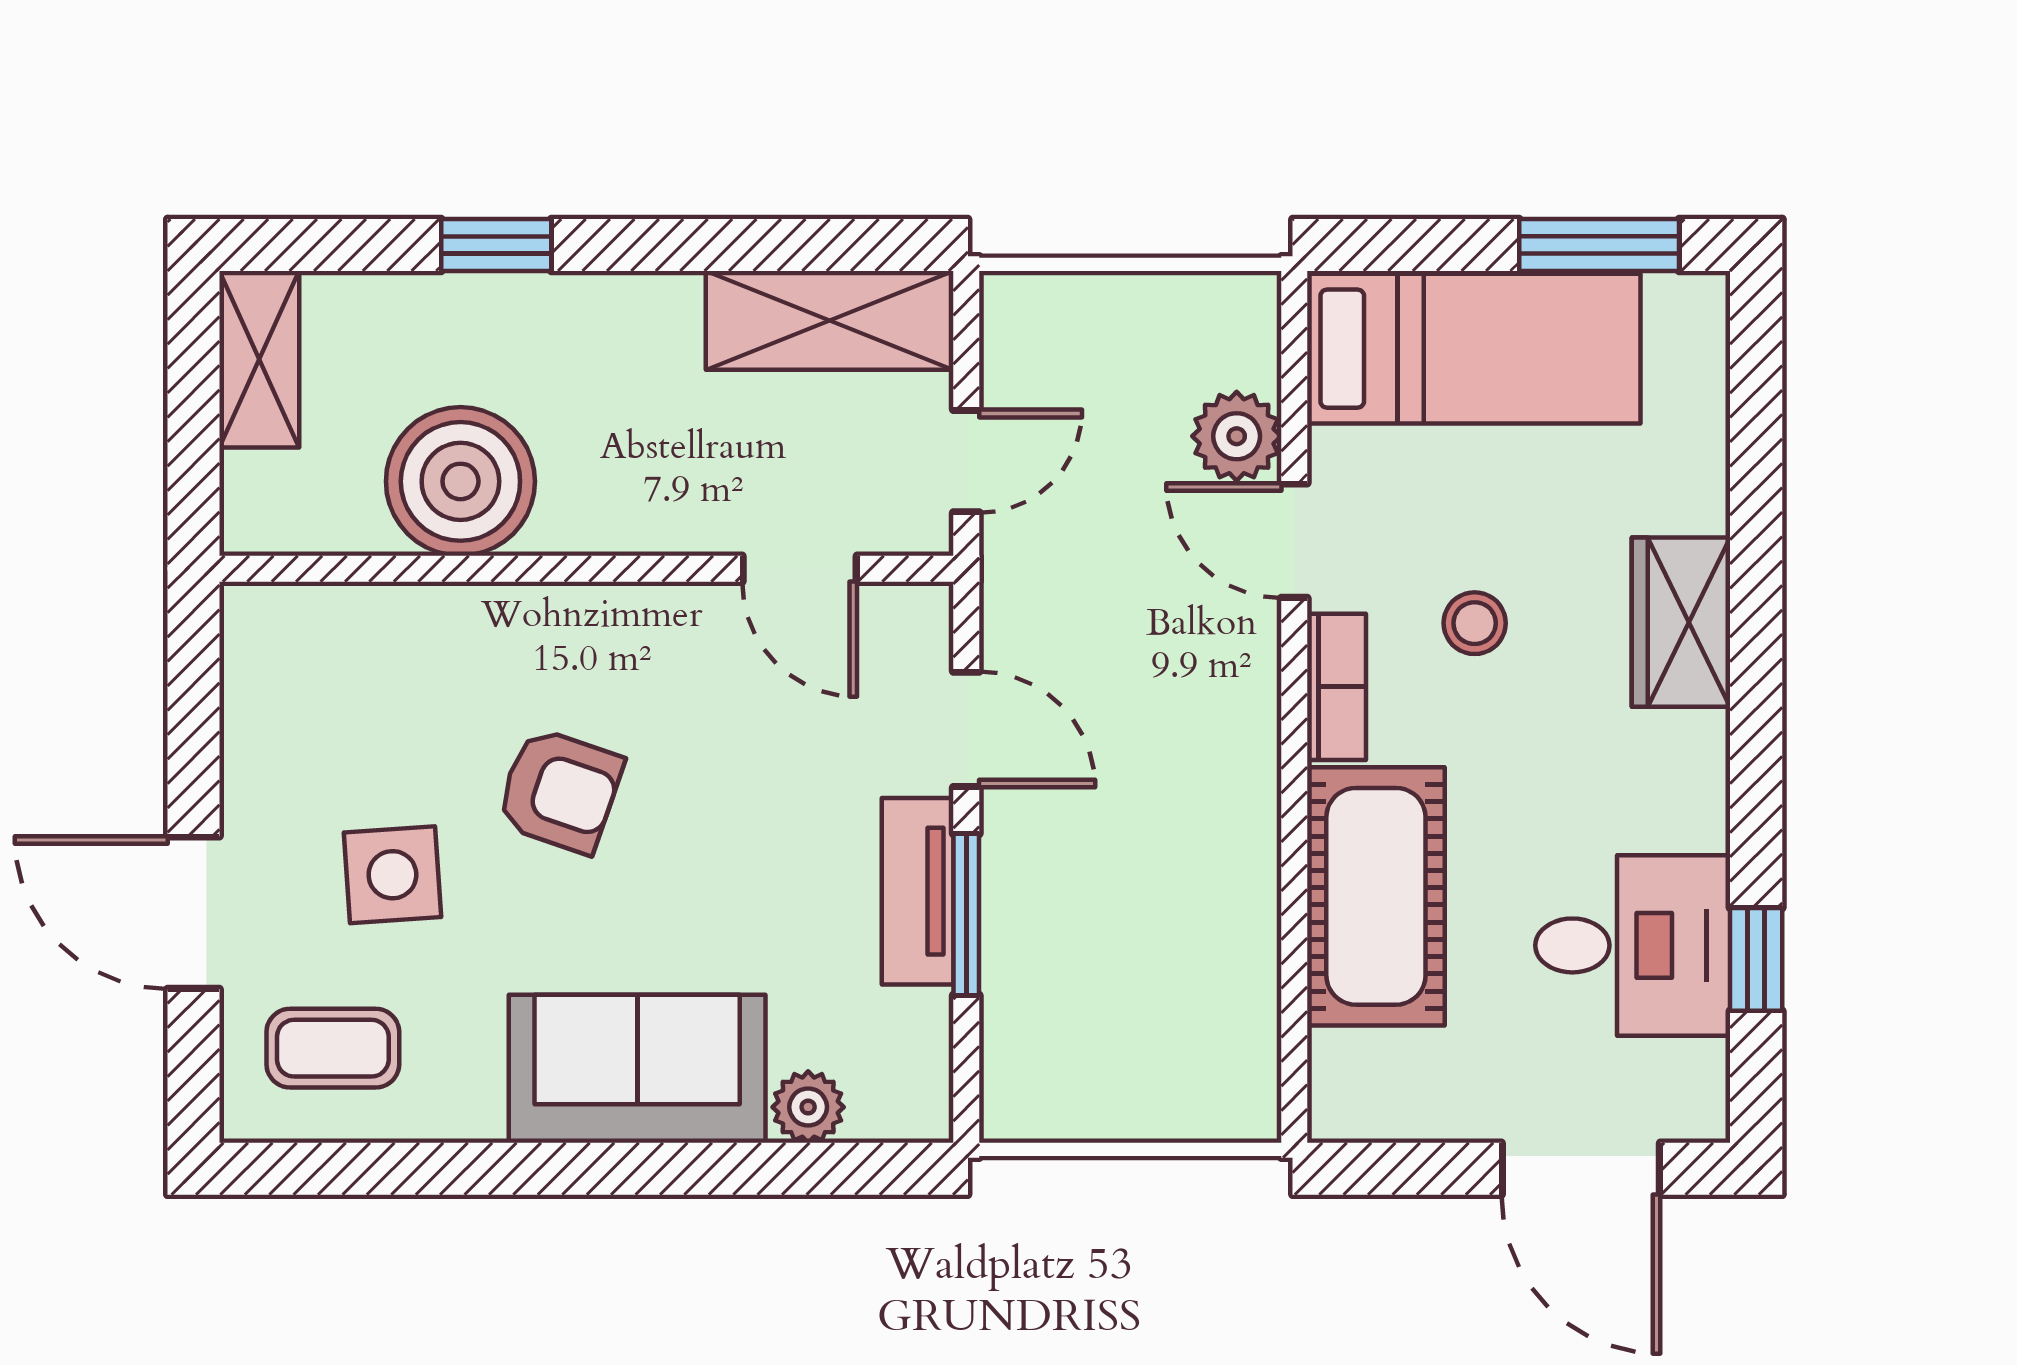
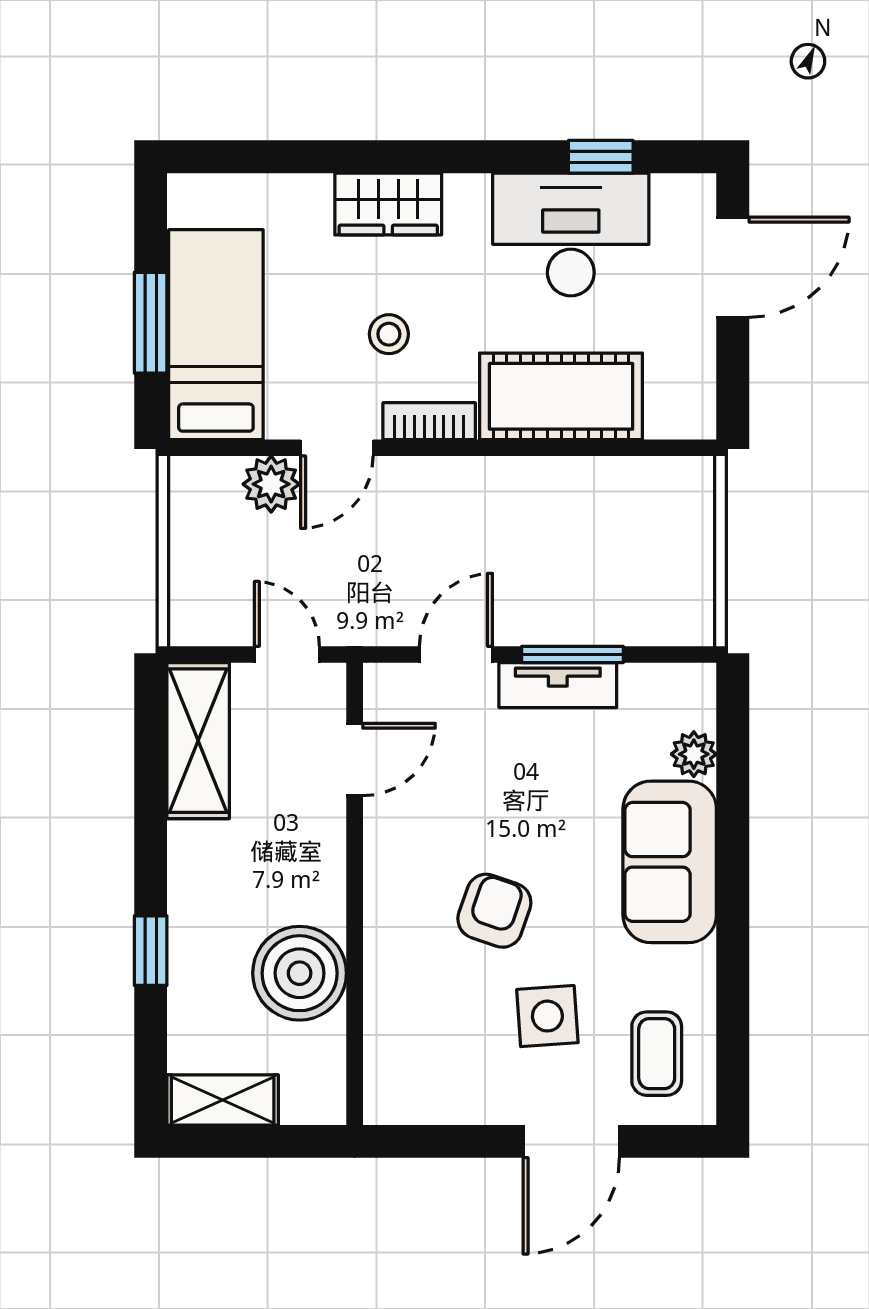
window: (1599, 245) -> (151, 323), moved
desk: (1633, 945) -> (571, 234), width x1.37

